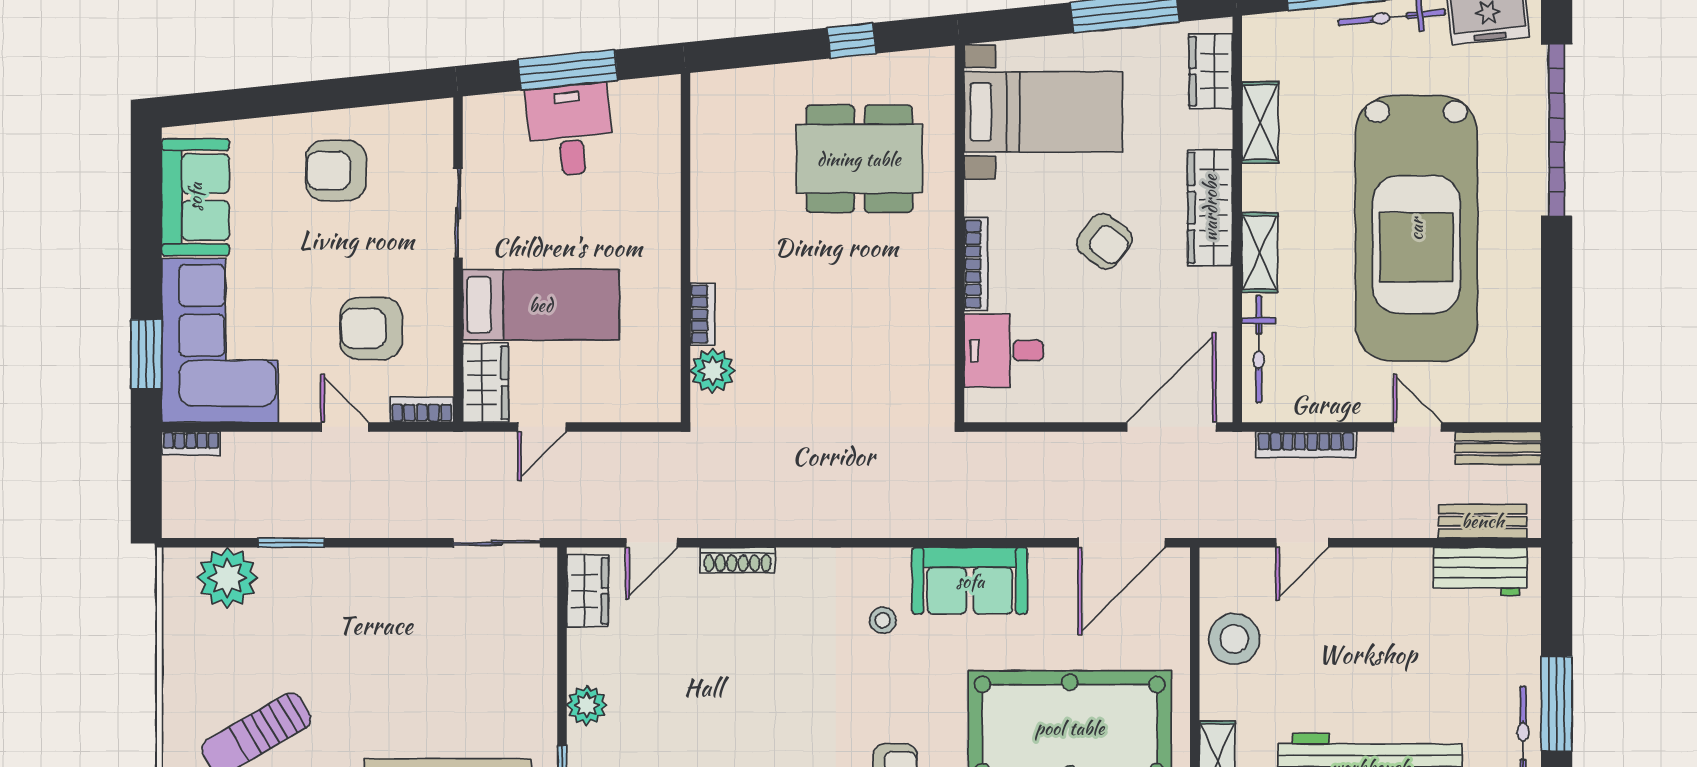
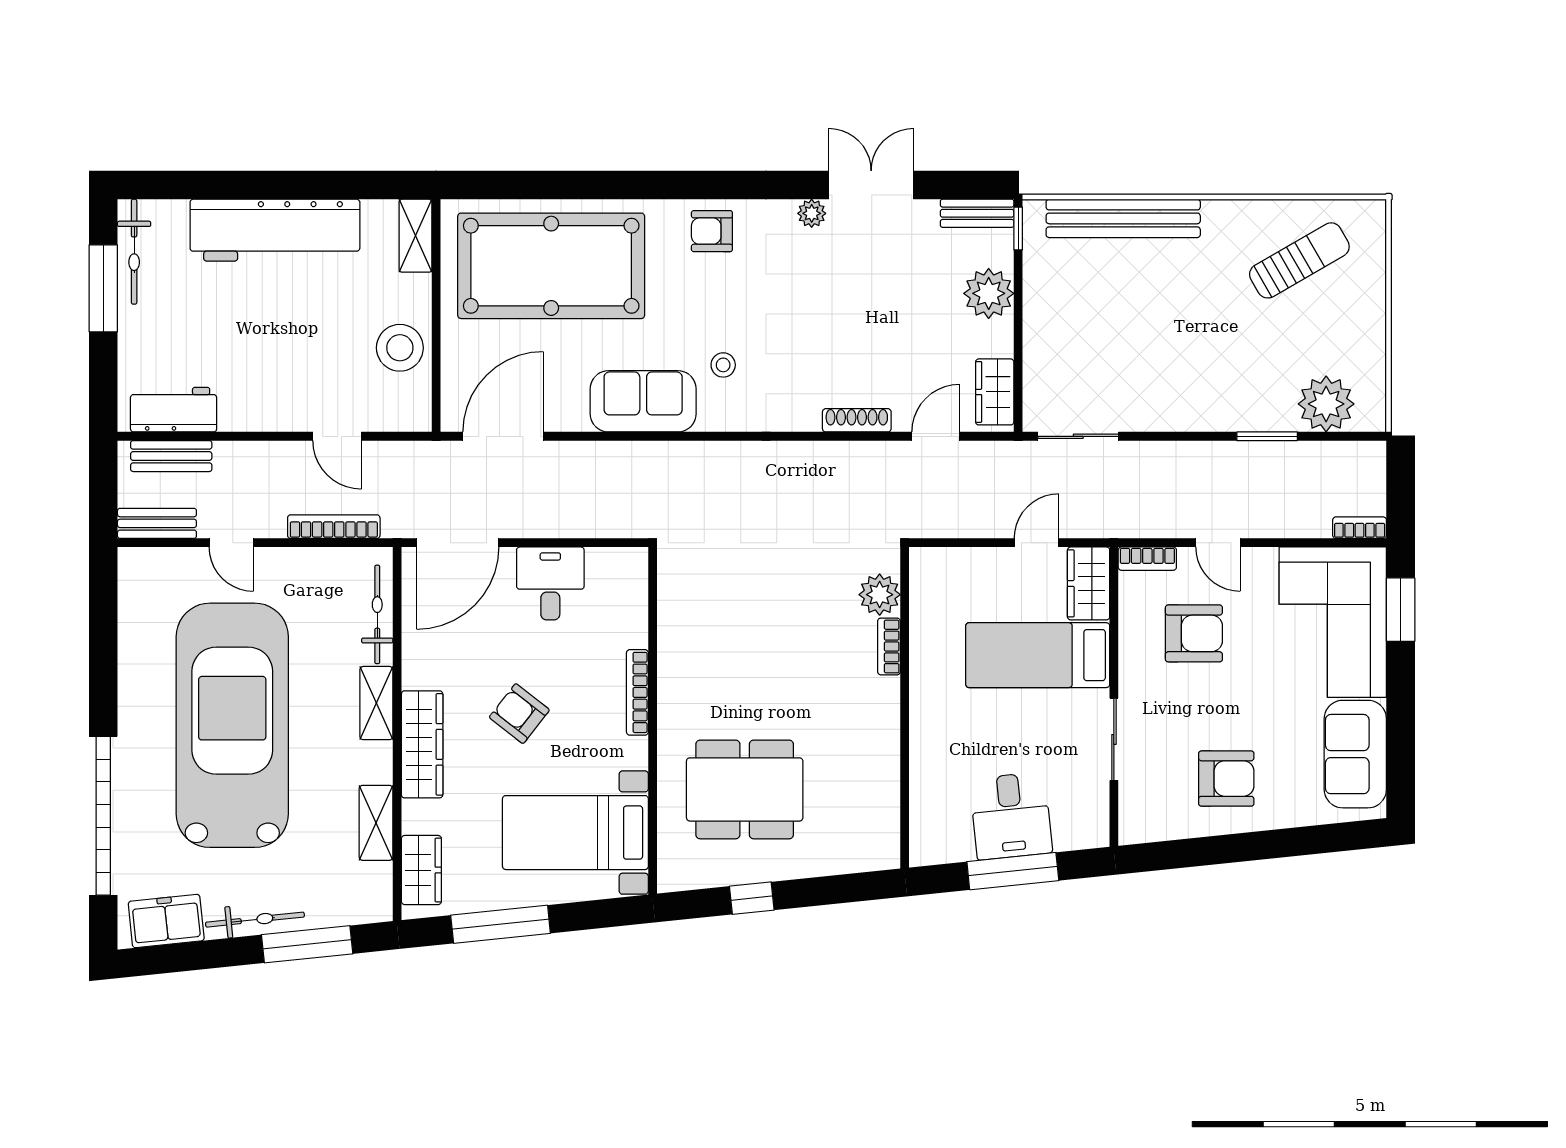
desk: (1004, 351) -> (550, 583), moved, turned -90
door: (1302, 543) -> (337, 436), swing flipped
plant: (587, 705) -> (989, 293), width x1.36, depth x1.36

